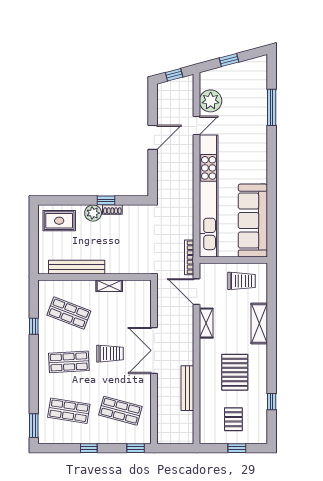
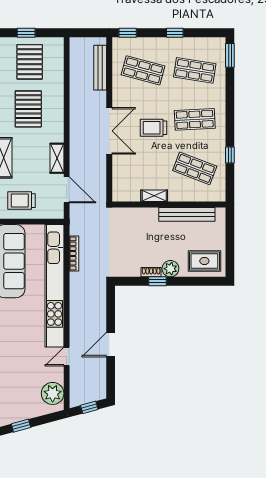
window: (229, 60) -> (21, 426), moved
plant: (211, 101) -> (53, 393), moved
bookcase: (189, 257) -> (74, 253), moved
bench: (187, 388) -> (100, 68), moved
pallet: (233, 419) -> (30, 62), width x1.50, depth x1.42

